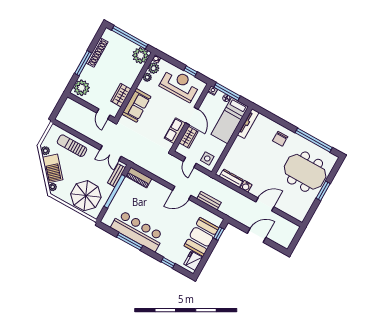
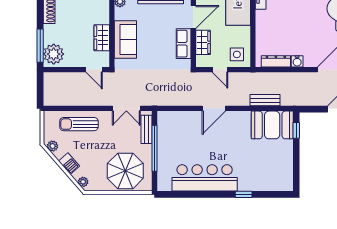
window: (83, 63) -> (40, 46), moved
door: (192, 116) -> (193, 17), hinge flipped
barbecue: (53, 169) -> (69, 164), width x0.53, depth x0.65
piano: (139, 177) -> (173, 118), removed
door: (182, 193) -> (214, 108), moved
booth: (201, 237) -> (272, 125), moved, turned 90
window: (130, 241) -> (202, 194), removed
fridge: (193, 261) -> (285, 177), removed
window: (168, 263) -> (244, 194), moved

